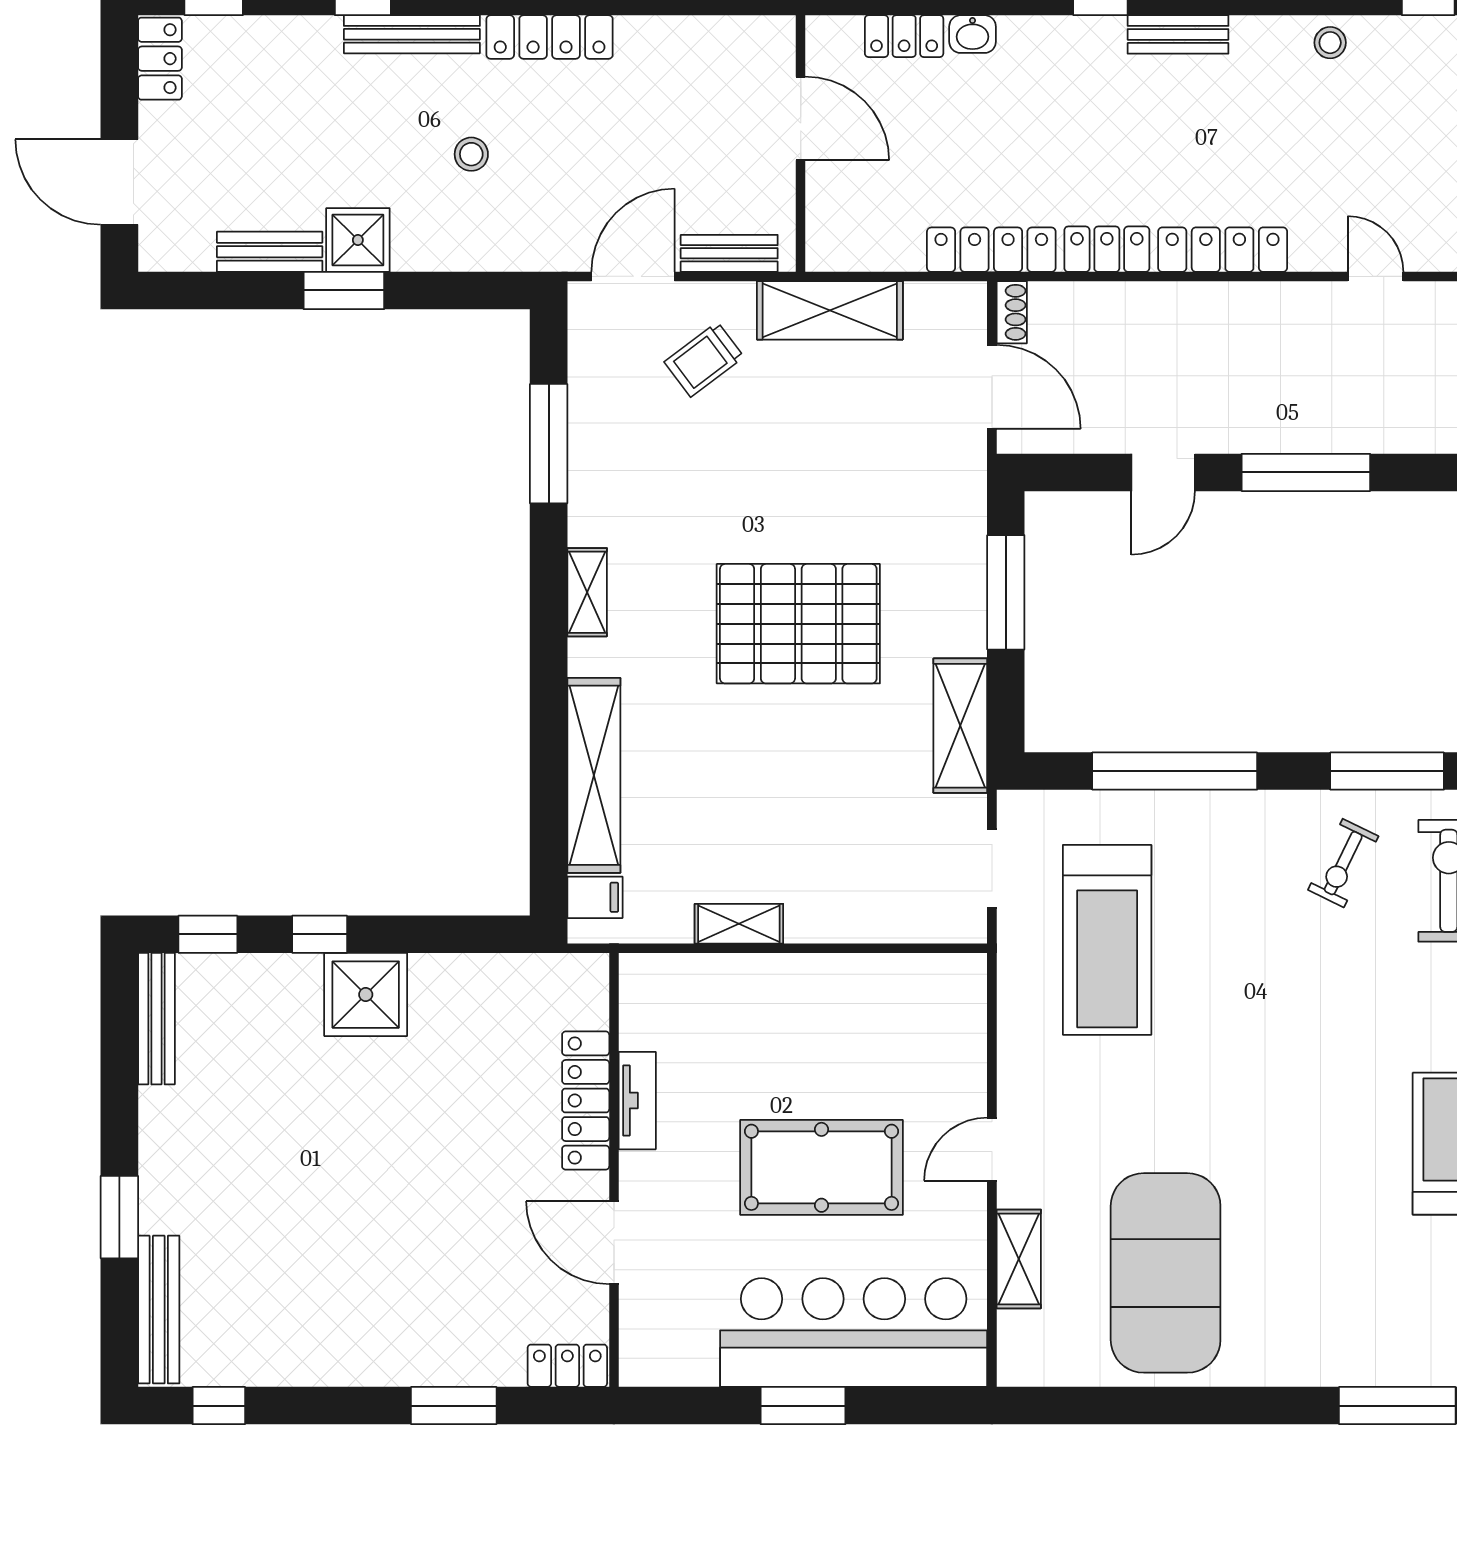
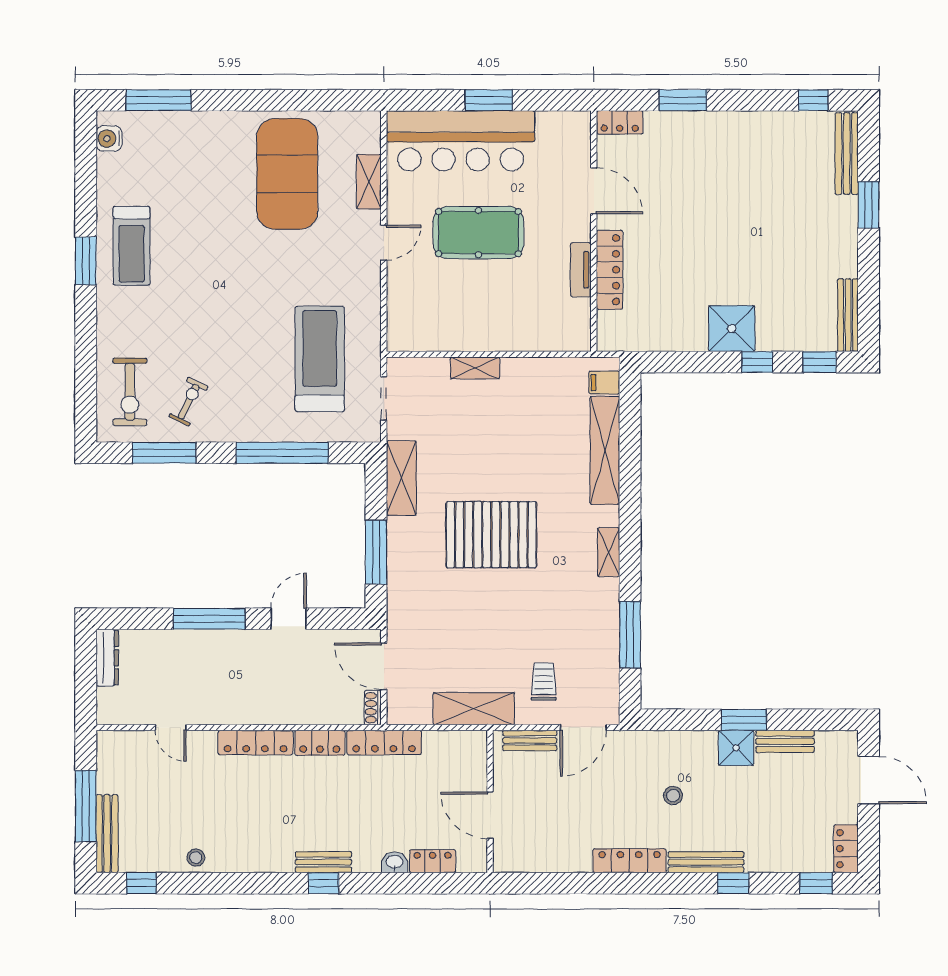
bench: (1178, 34) -> (323, 862), moved
trolley: (704, 359) -> (544, 681), turned -53
shelving: (739, 924) -> (475, 368), moved

